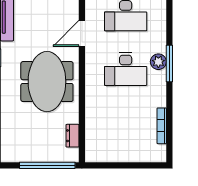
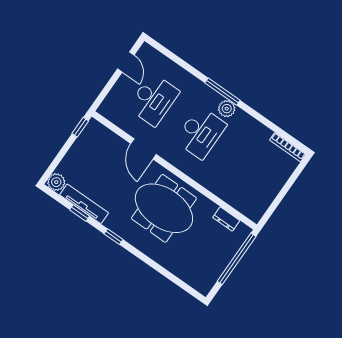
plant: (158, 62) -> (227, 109), moved
bookcase: (162, 126) -> (288, 147), moved

